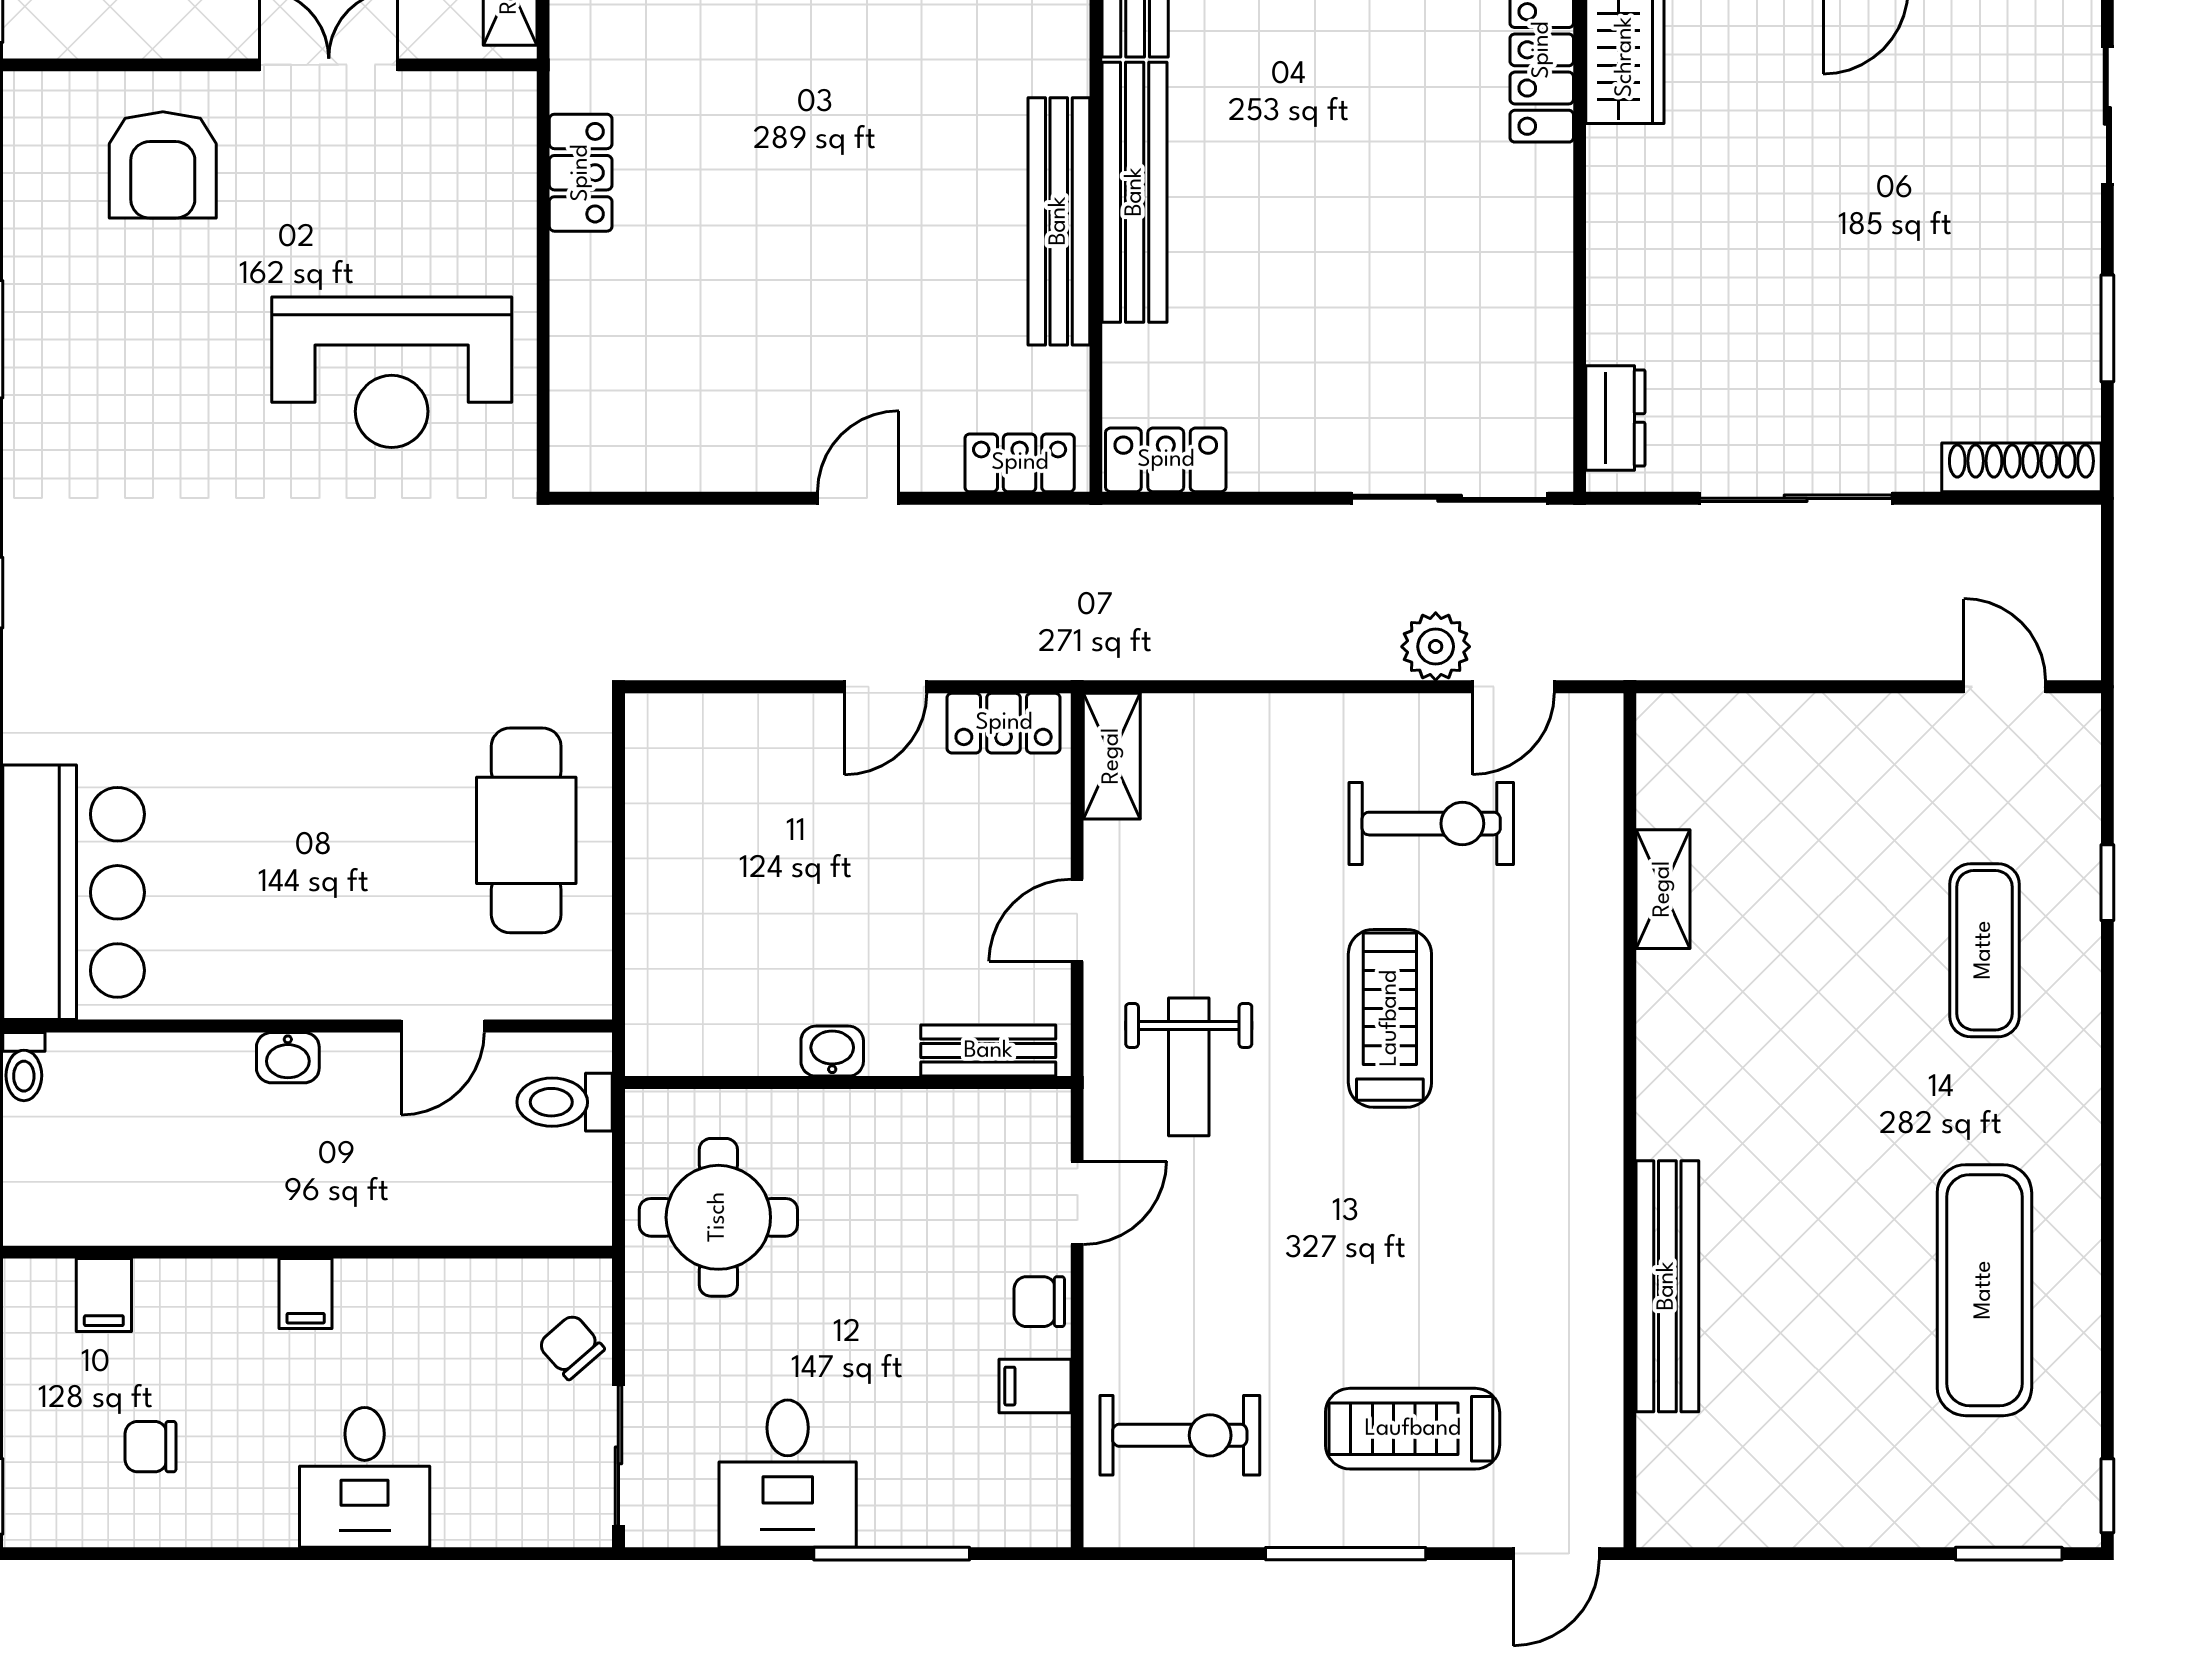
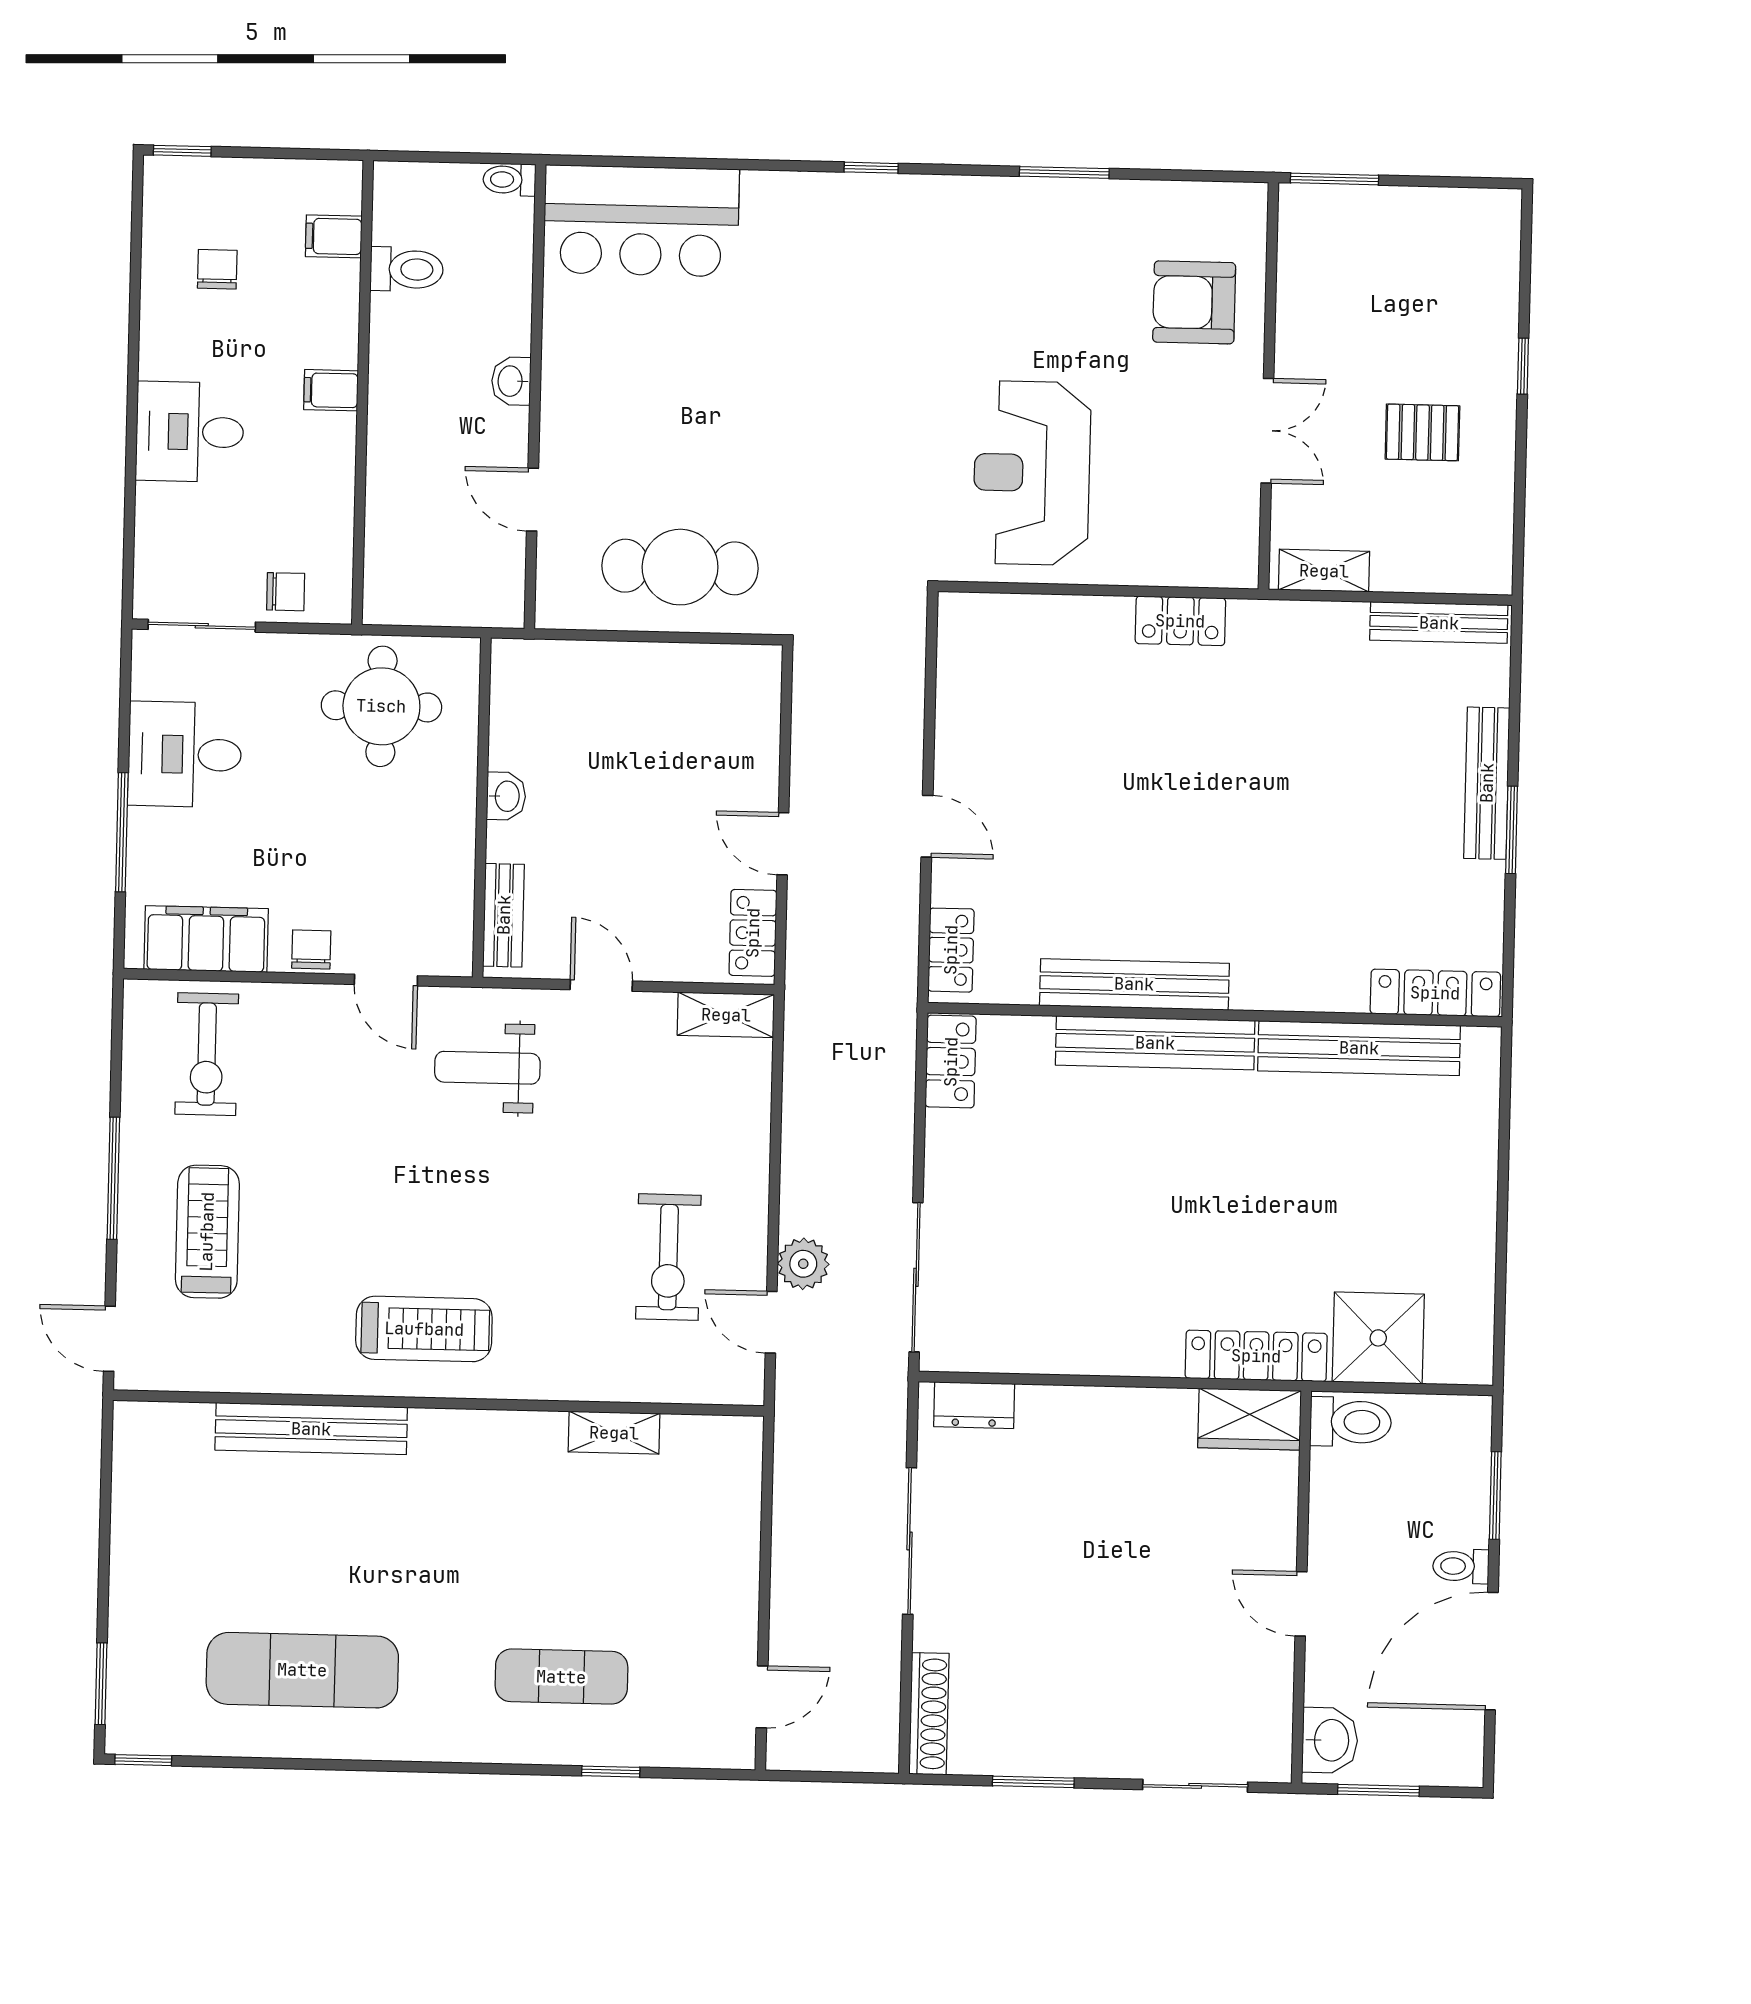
treadmill: (1390, 1018) -> (424, 1329), moved
toilet: (565, 1102) -> (407, 269), moved, turned 90
chair: (571, 1347) -> (286, 592), turned 41
filing cabinet: (1035, 1386) -> (206, 939), width x3.00, depth x1.17

